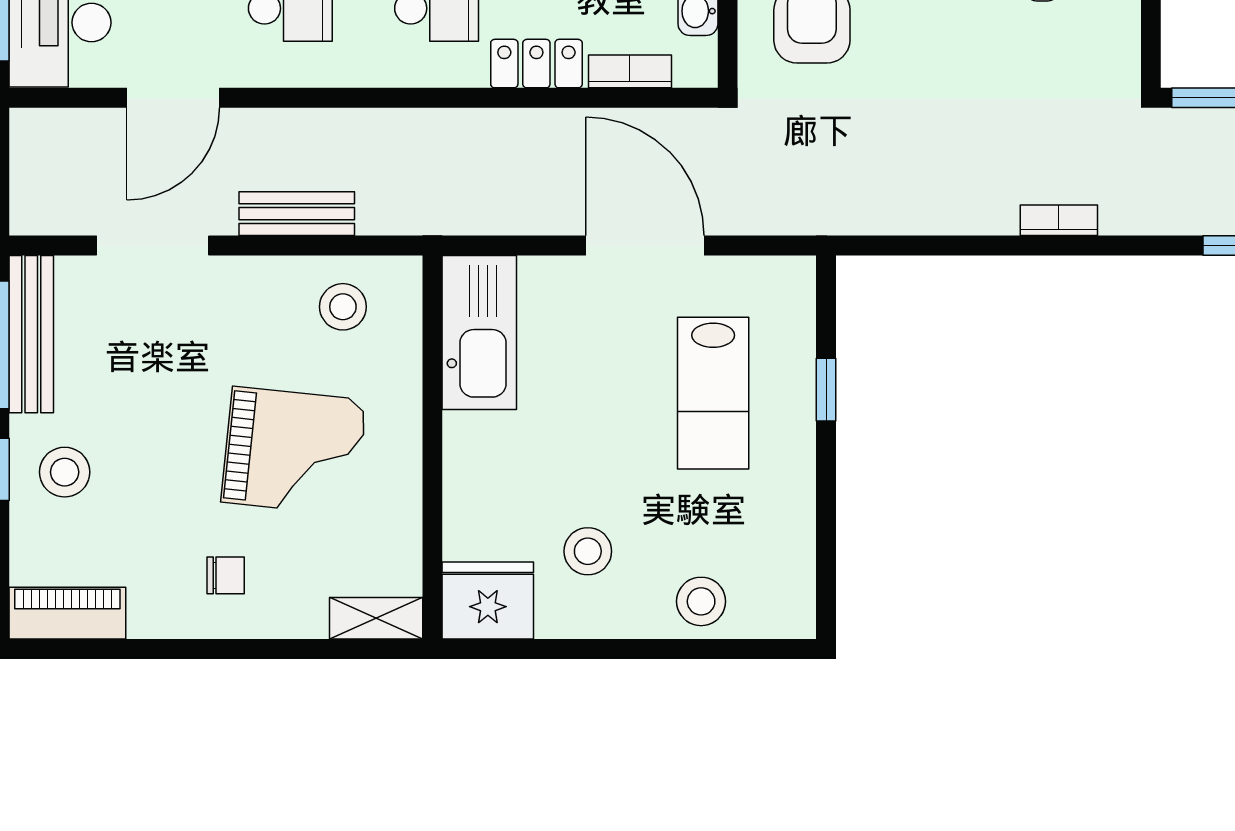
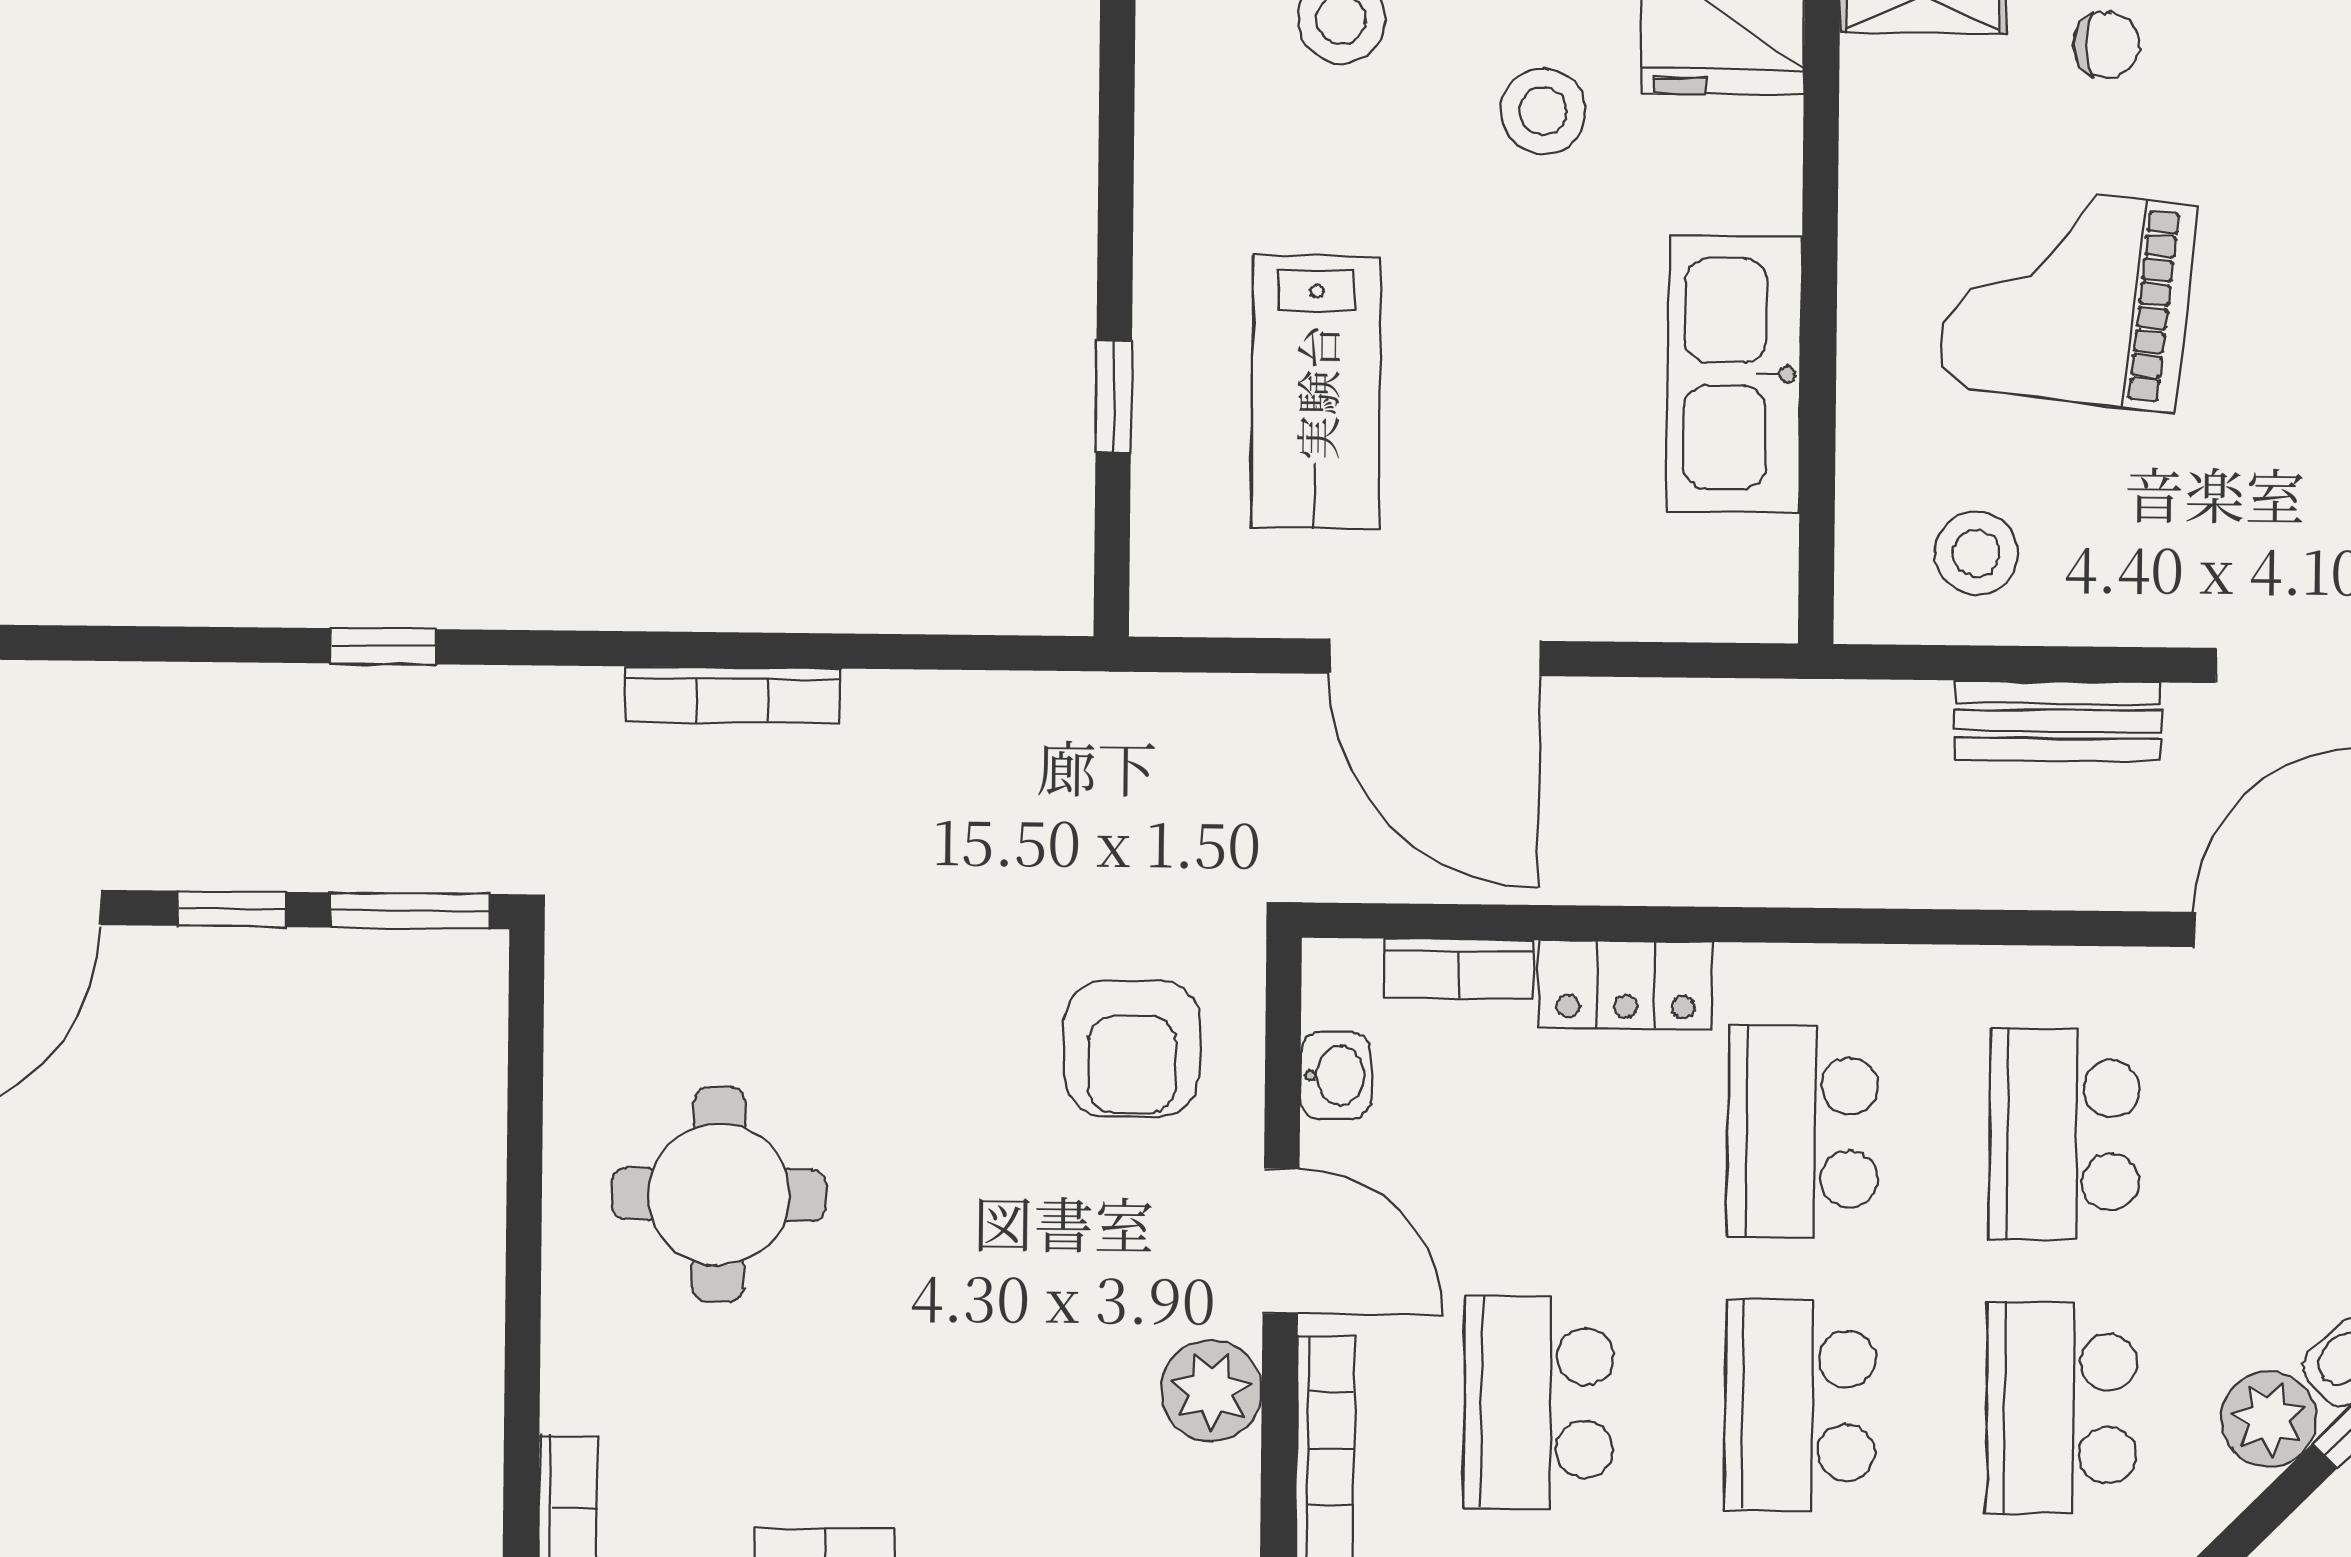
bookcase: (1059, 220) -> (733, 695), width x1.56
kitchen sink: (479, 332) -> (1734, 374), moved
lab bench: (713, 393) -> (1316, 392), turned 180
chair: (226, 575) -> (2106, 45), moved, turned 180

